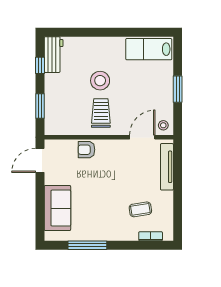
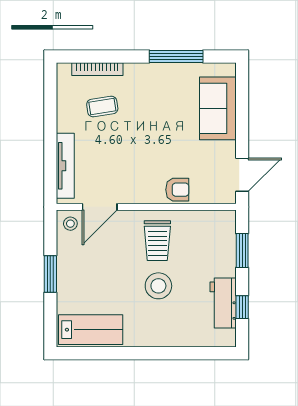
workbench: (54, 55) -> (223, 303), moved
bookcase: (151, 236) -> (97, 69), width x1.56

